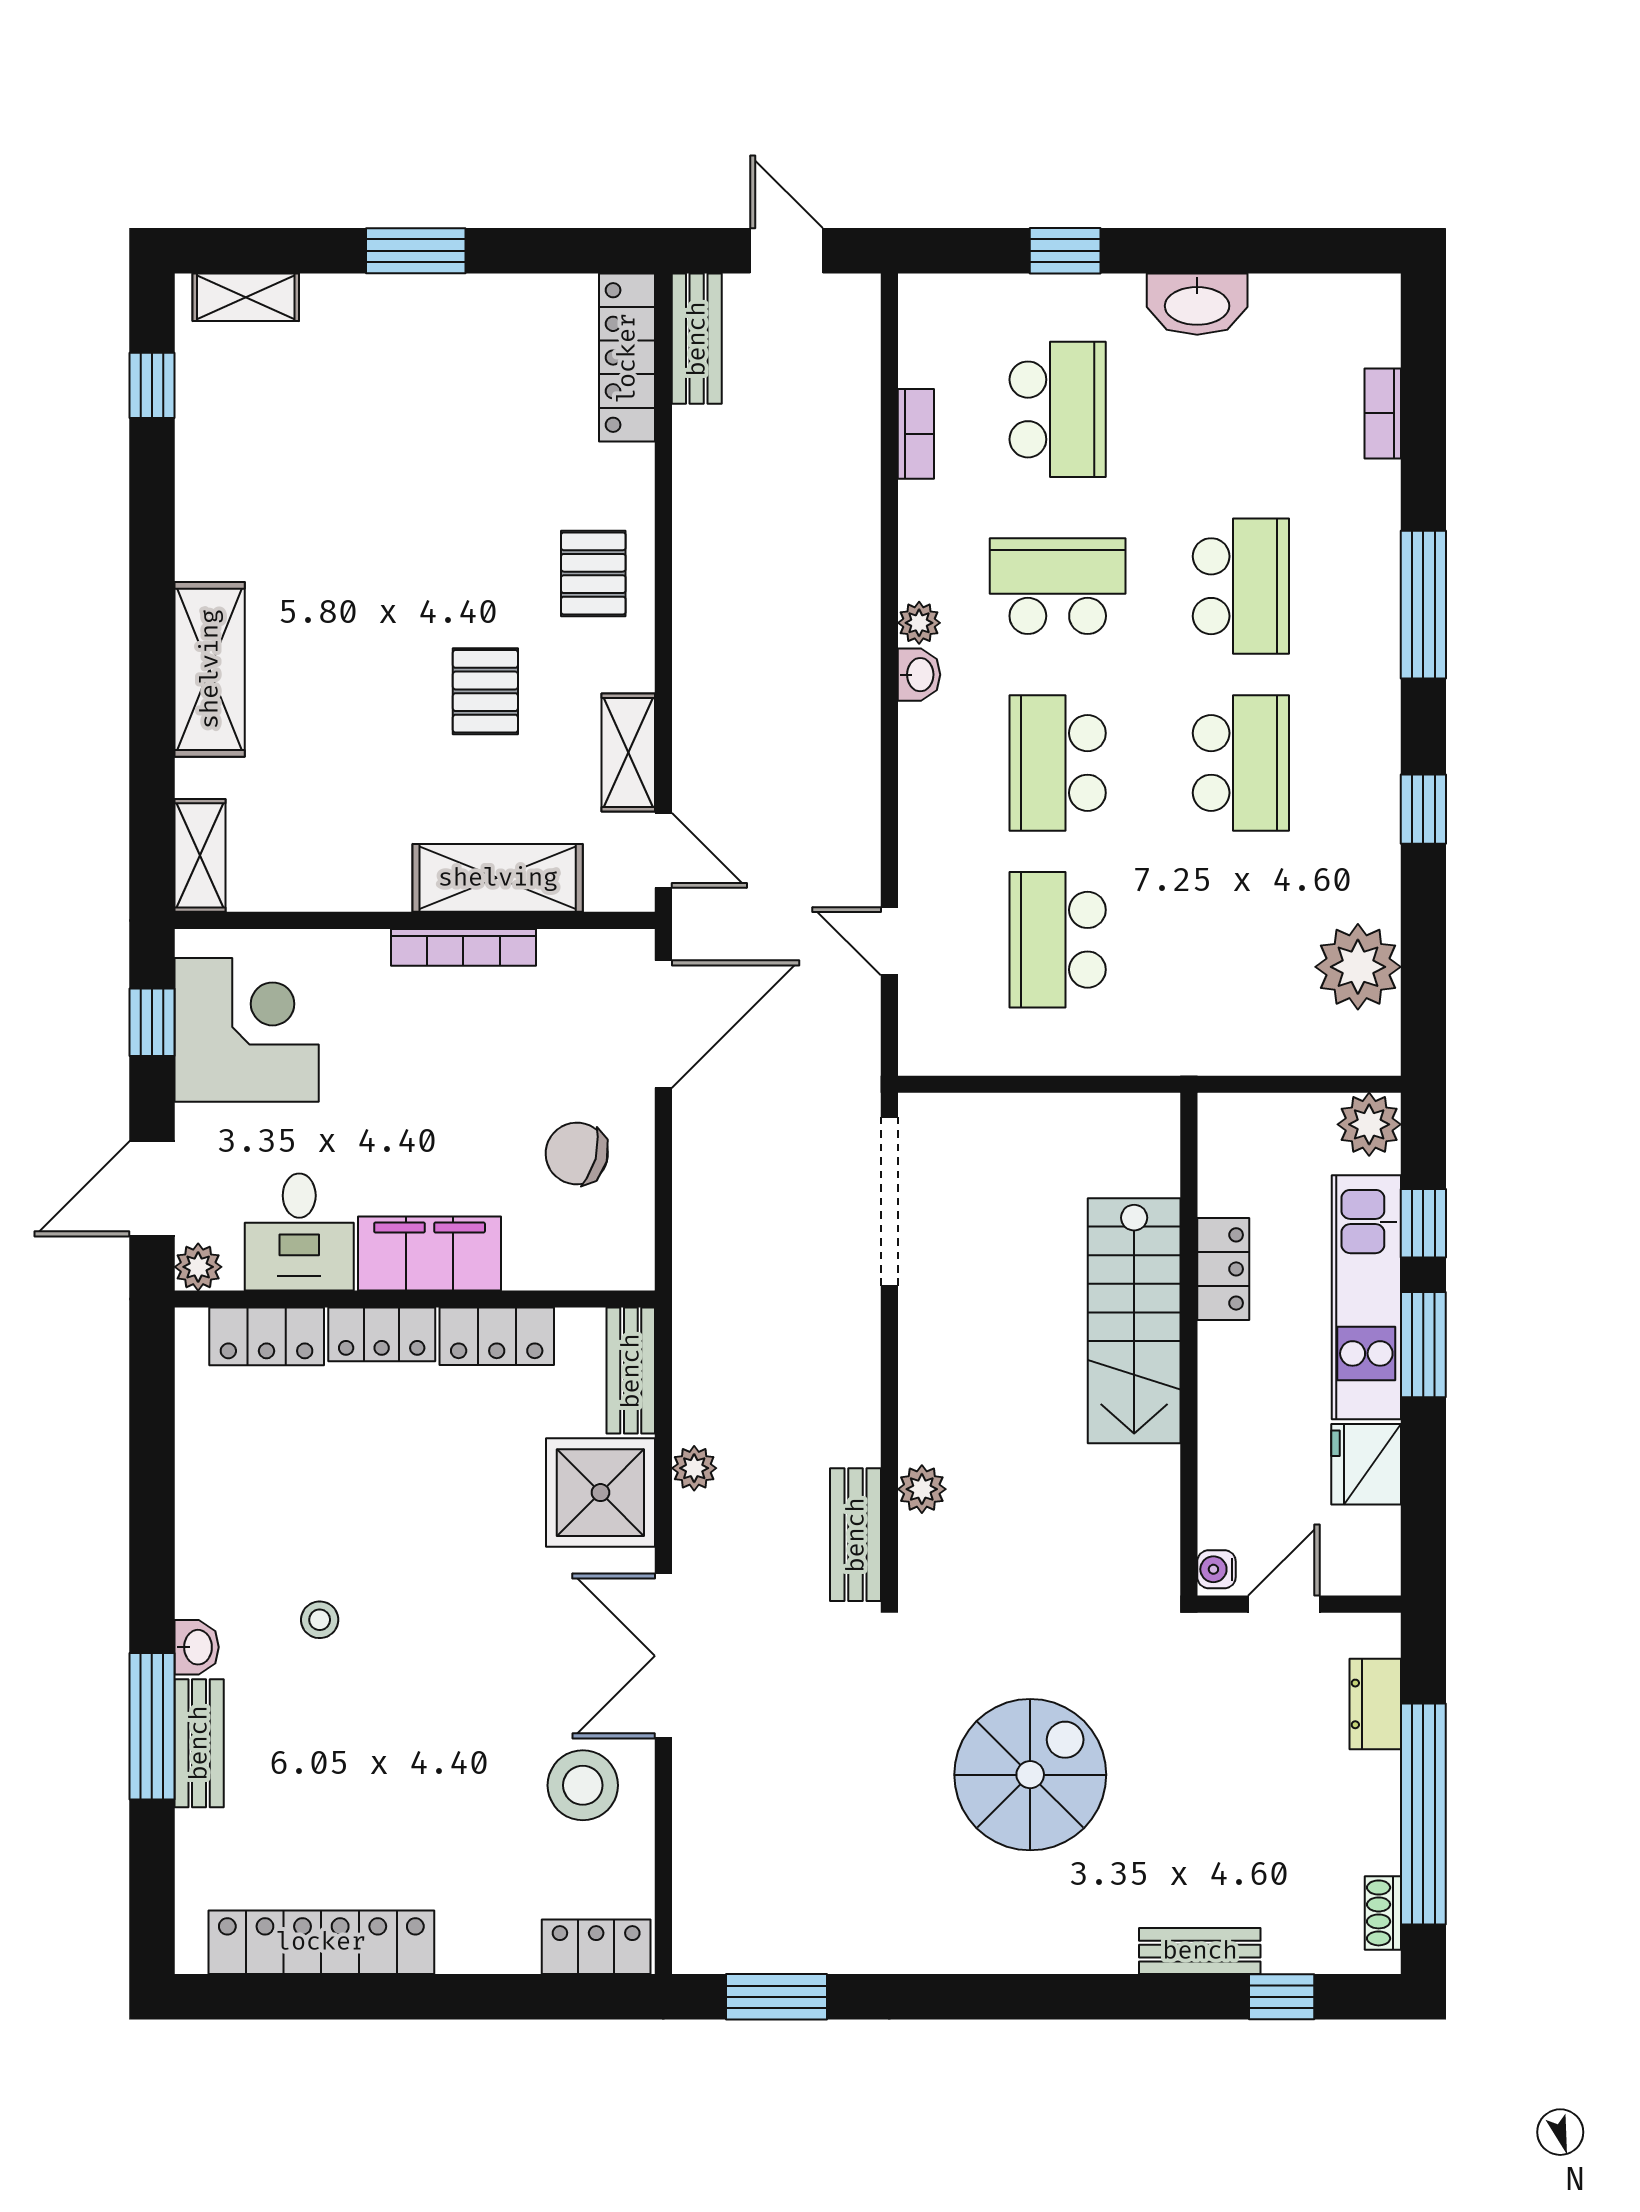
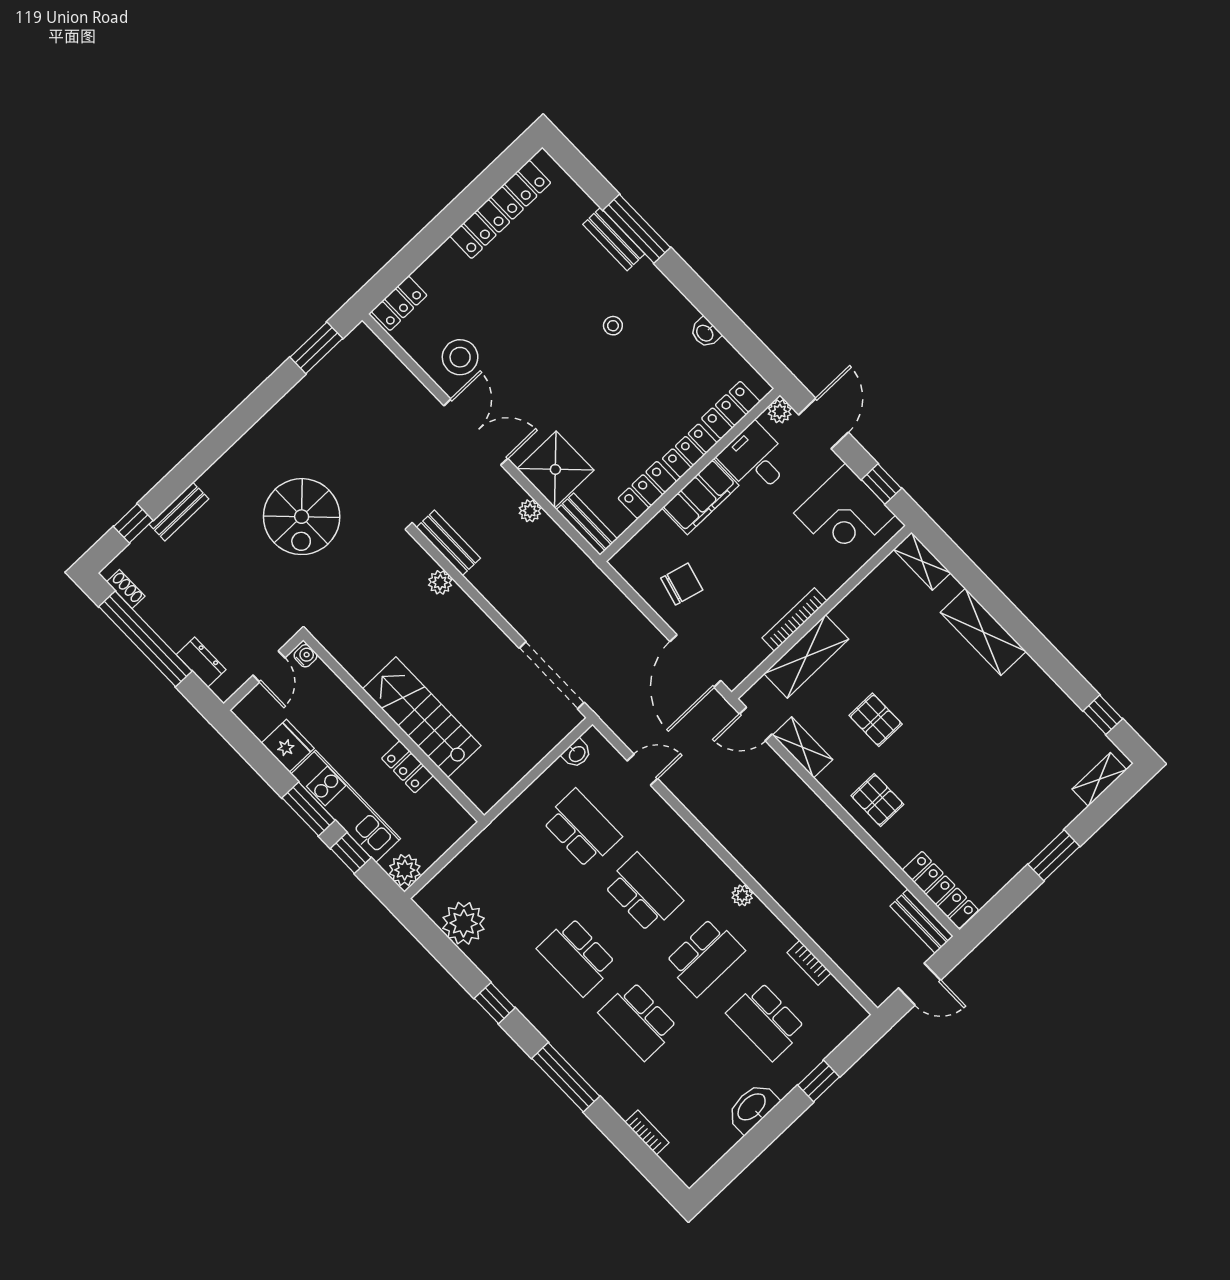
washbasin: (919, 675) -> (577, 754), moved, turned -90
washbasin: (197, 1647) -> (705, 333), moved

